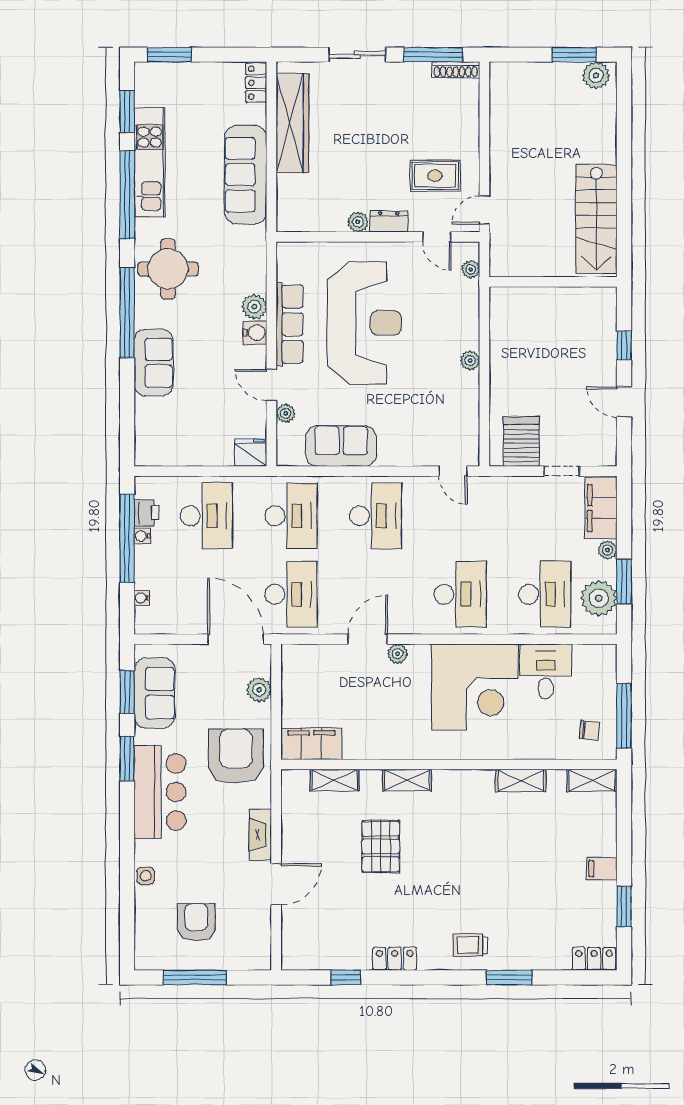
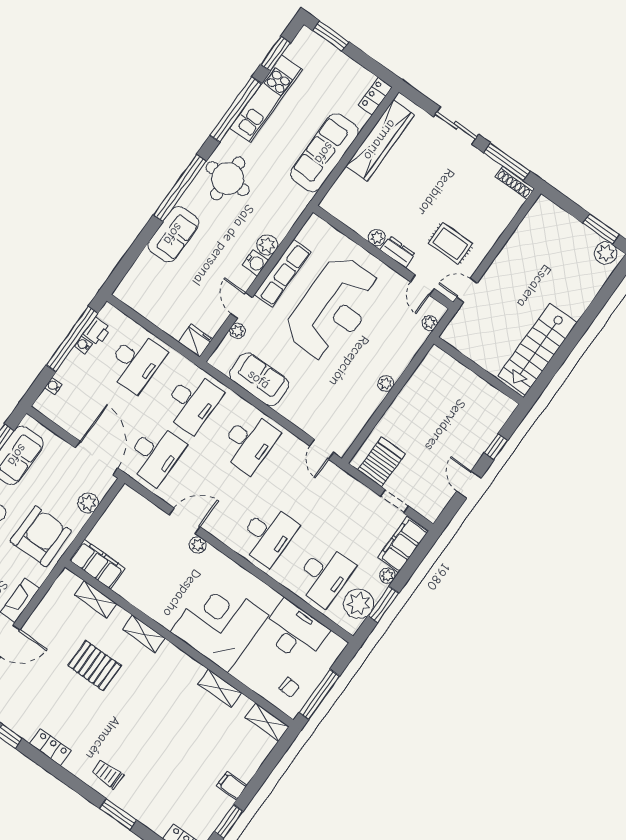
desk: (546, 671) -> (295, 632), width x1.37
corner desk: (475, 687) -> (219, 624), moved, turned 180
pallet: (381, 847) -> (95, 666), turned 90

